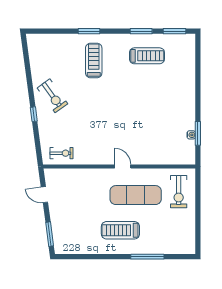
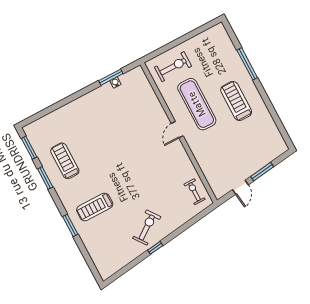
window: (34, 114) -> (155, 248), moved
treadmill: (120, 230) -> (236, 101), turned 180
window: (50, 234) -> (262, 172), moved

